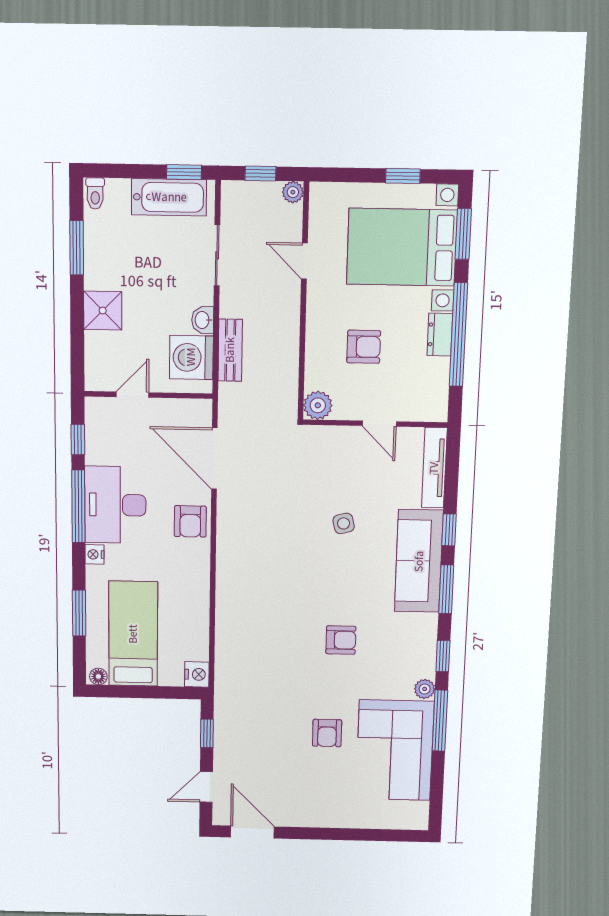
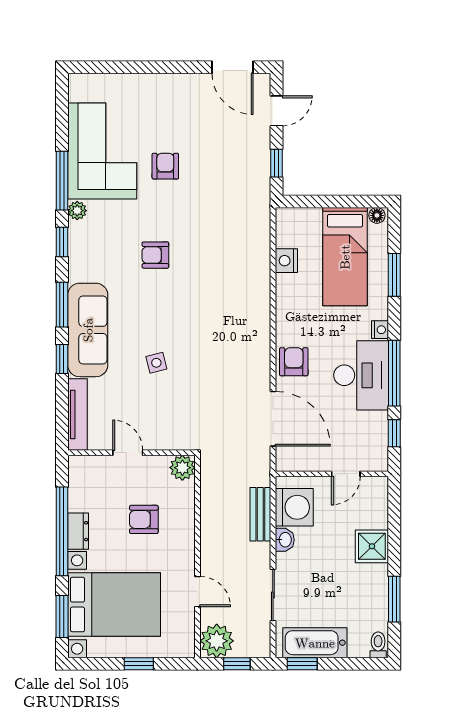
window: (403, 176) -> (139, 664), moved
plant: (293, 192) -> (217, 641), width x1.87, depth x1.87
nightstand: (197, 674) -> (286, 261), moved

